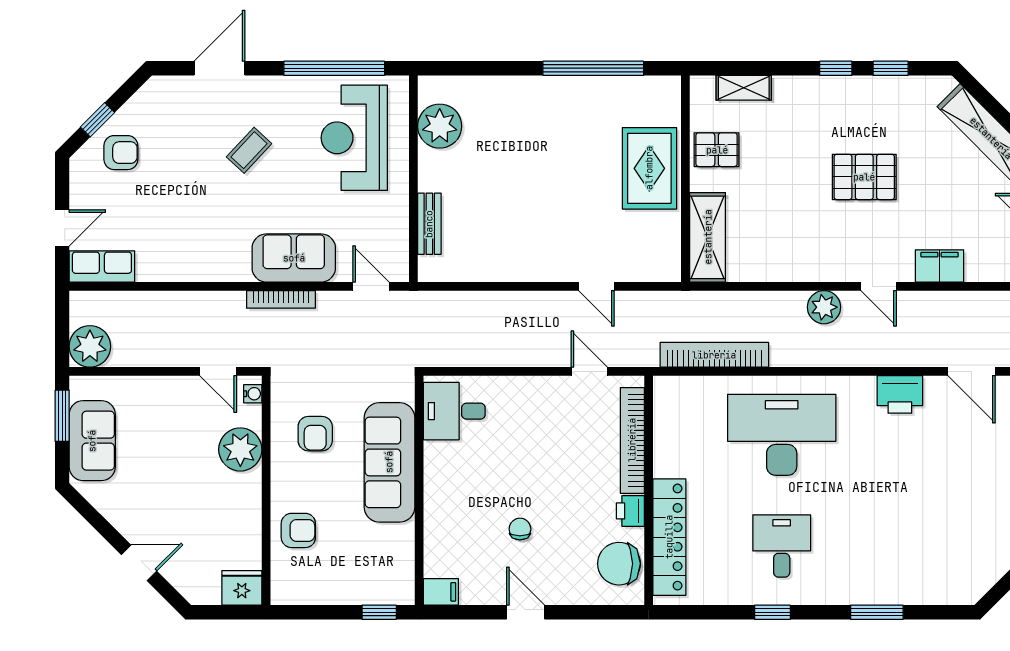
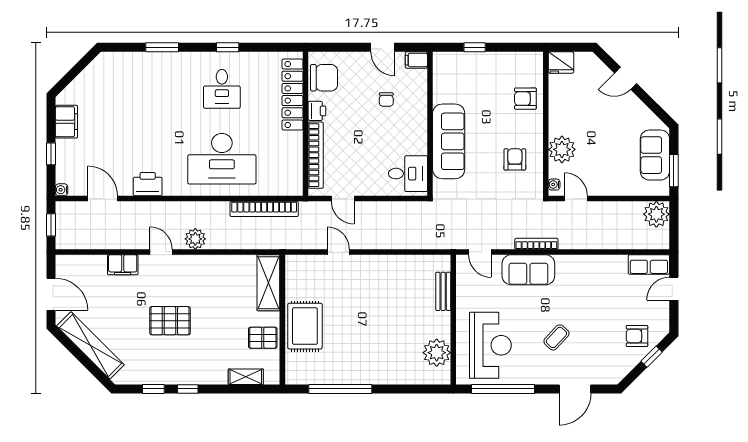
desk: (454, 411) -> (408, 174), moved
sofa: (389, 462) -> (449, 141), moved
wall: (419, 490) -> (430, 124), moved
filing cabinet: (441, 592) -> (416, 60), moved

